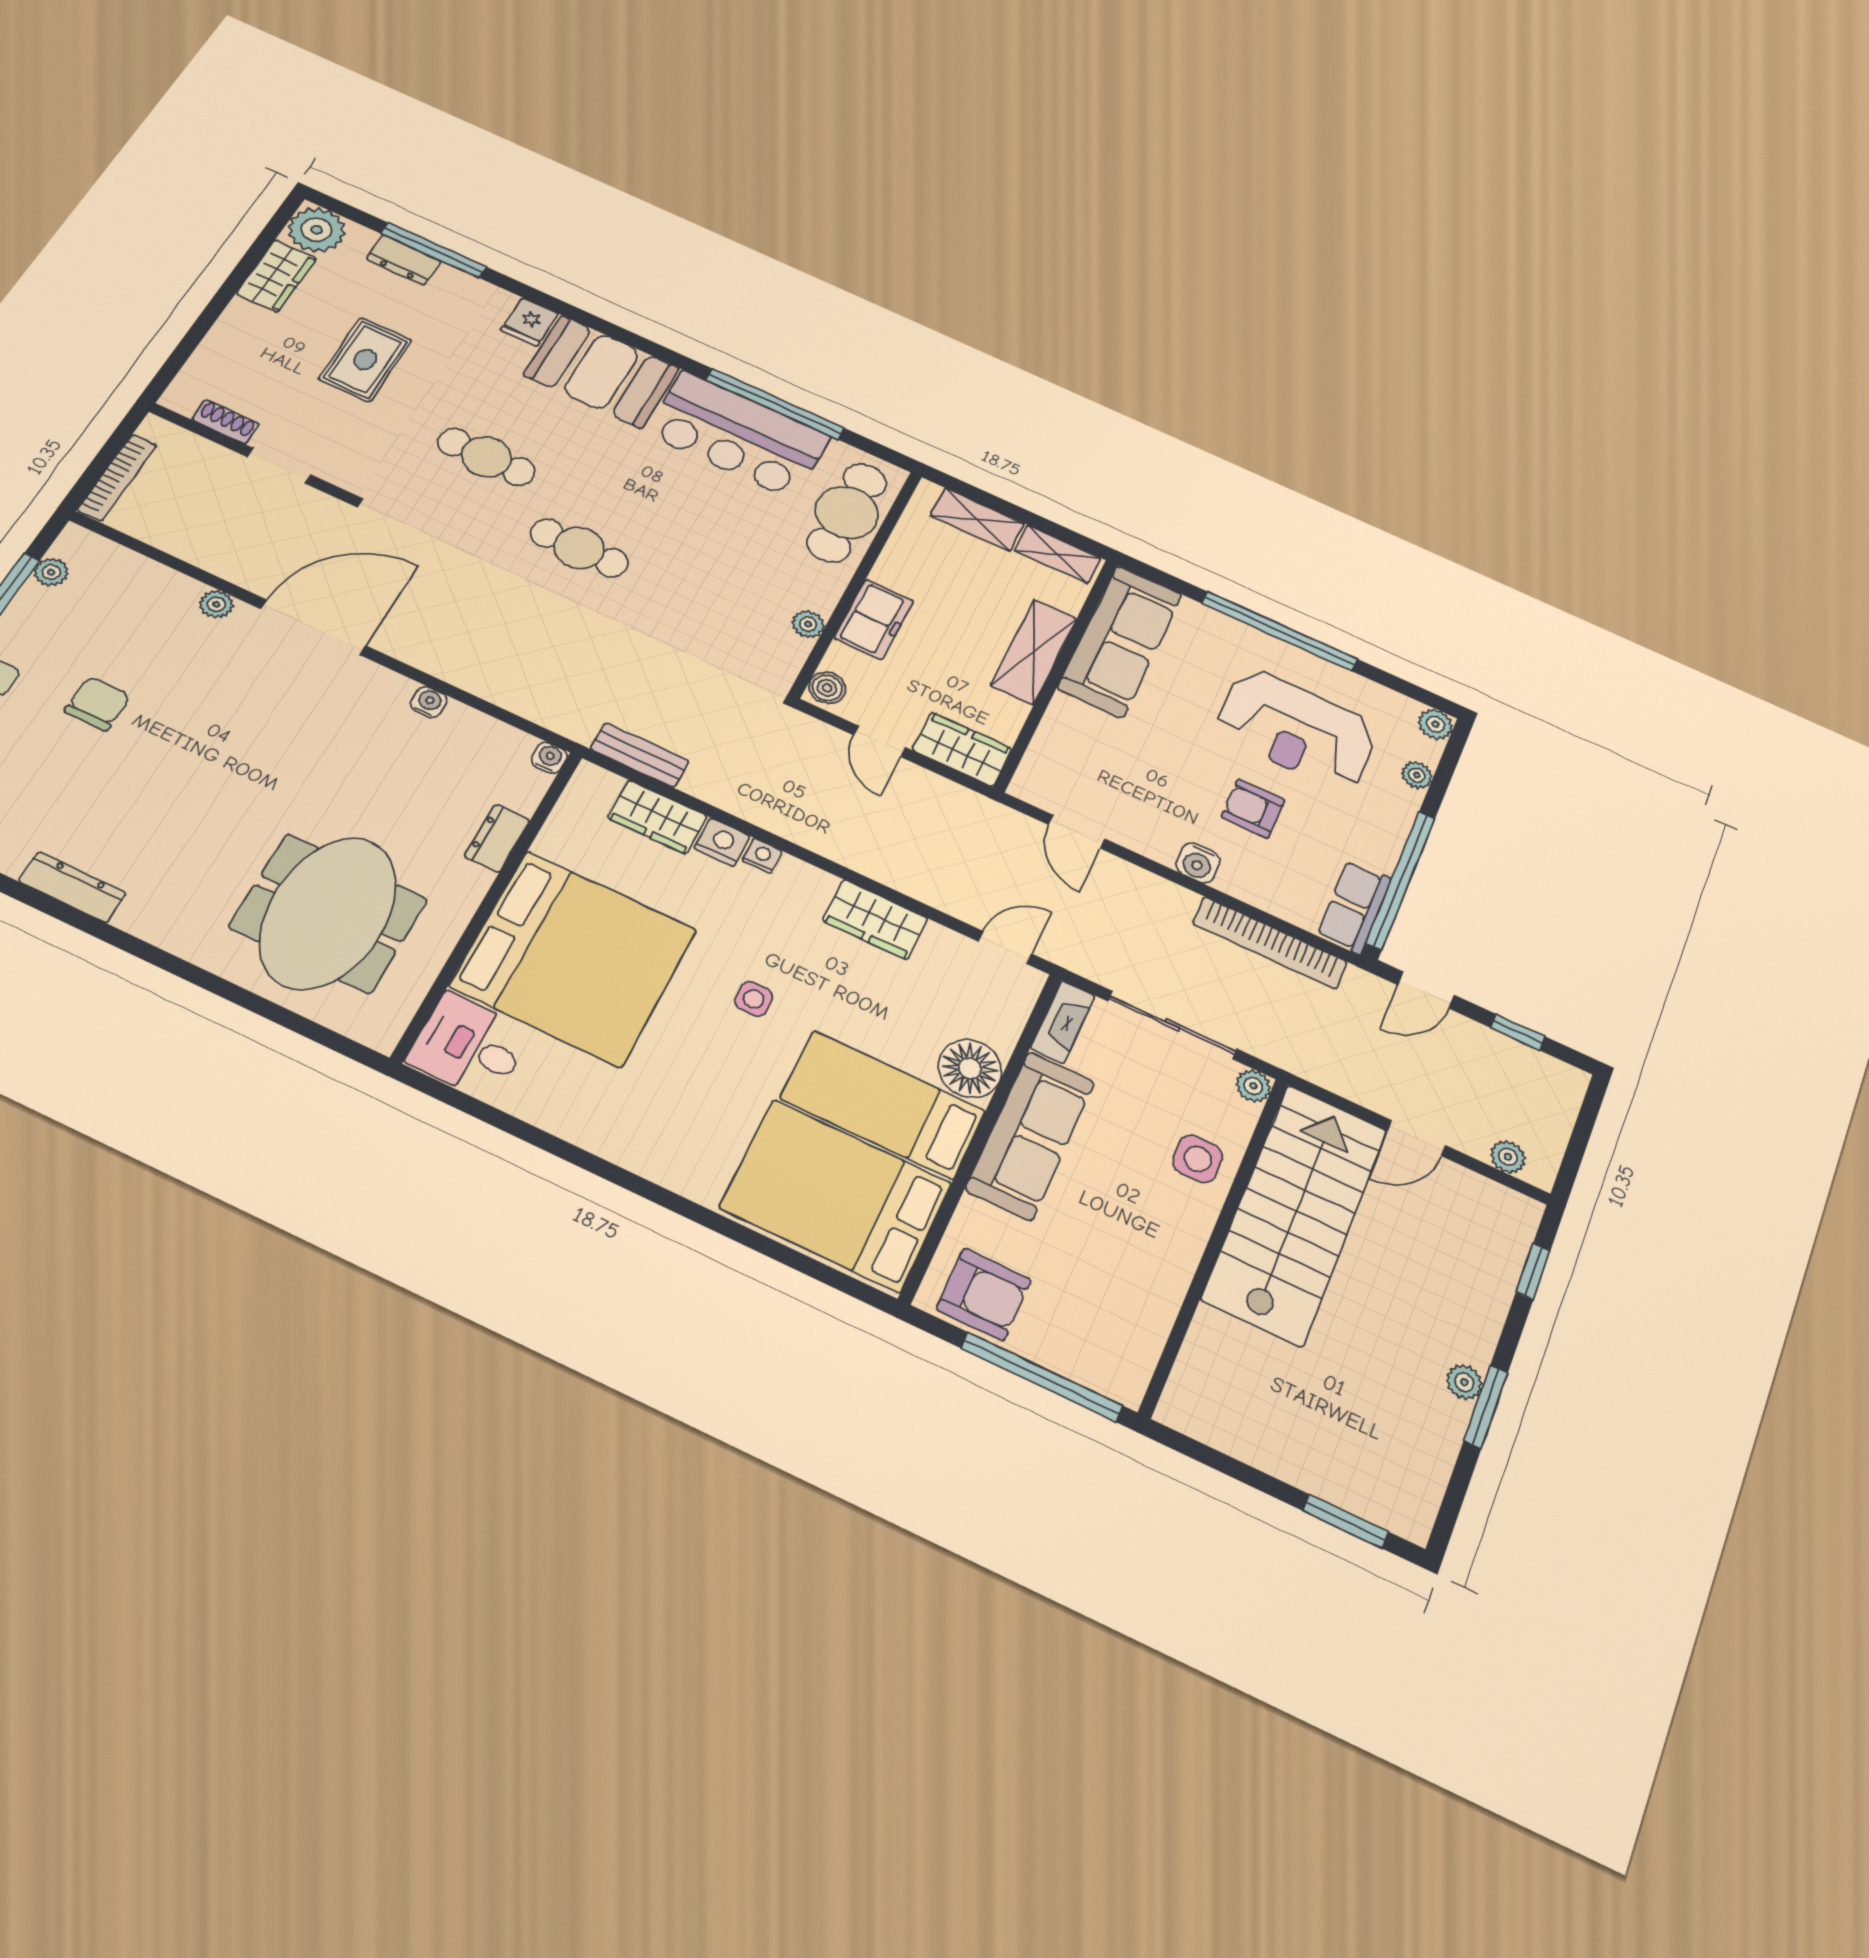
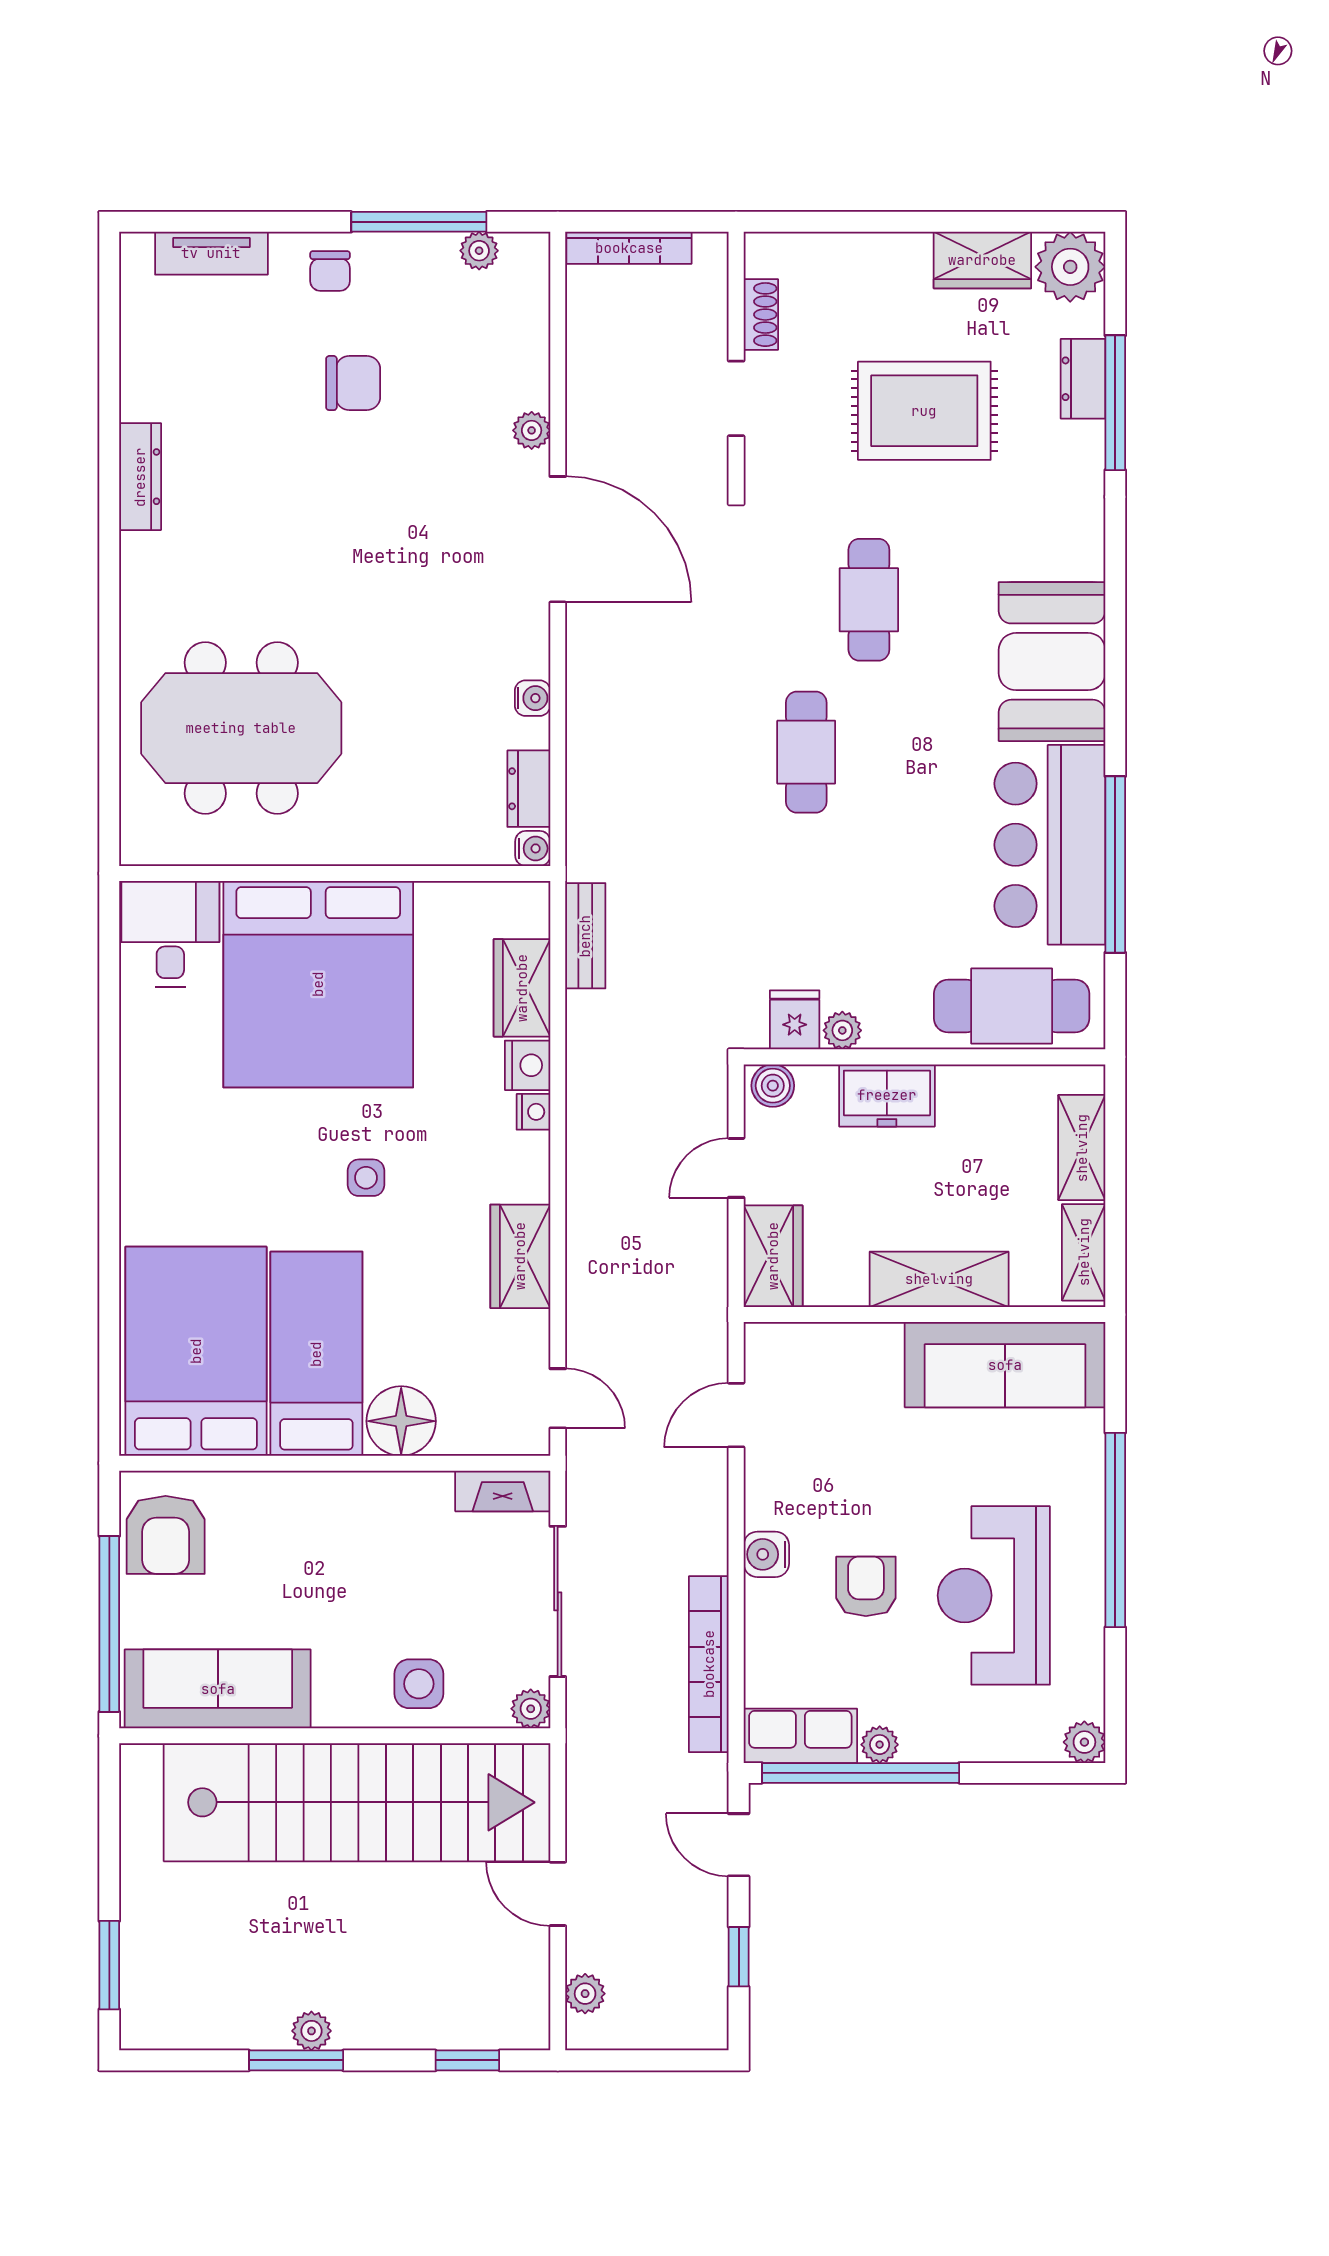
fridge: (530, 322) -> (795, 1020), moved, turned 90
rug: (365, 360) -> (924, 411), width x1.36, depth x1.43
plant: (1417, 775) -> (880, 1745), moved
dresser: (497, 838) -> (529, 789), moved, turned -90
sofa: (1030, 1135) -> (218, 1689), moved, turned 180
stairs: (1295, 1214) -> (357, 1802), width x1.36

